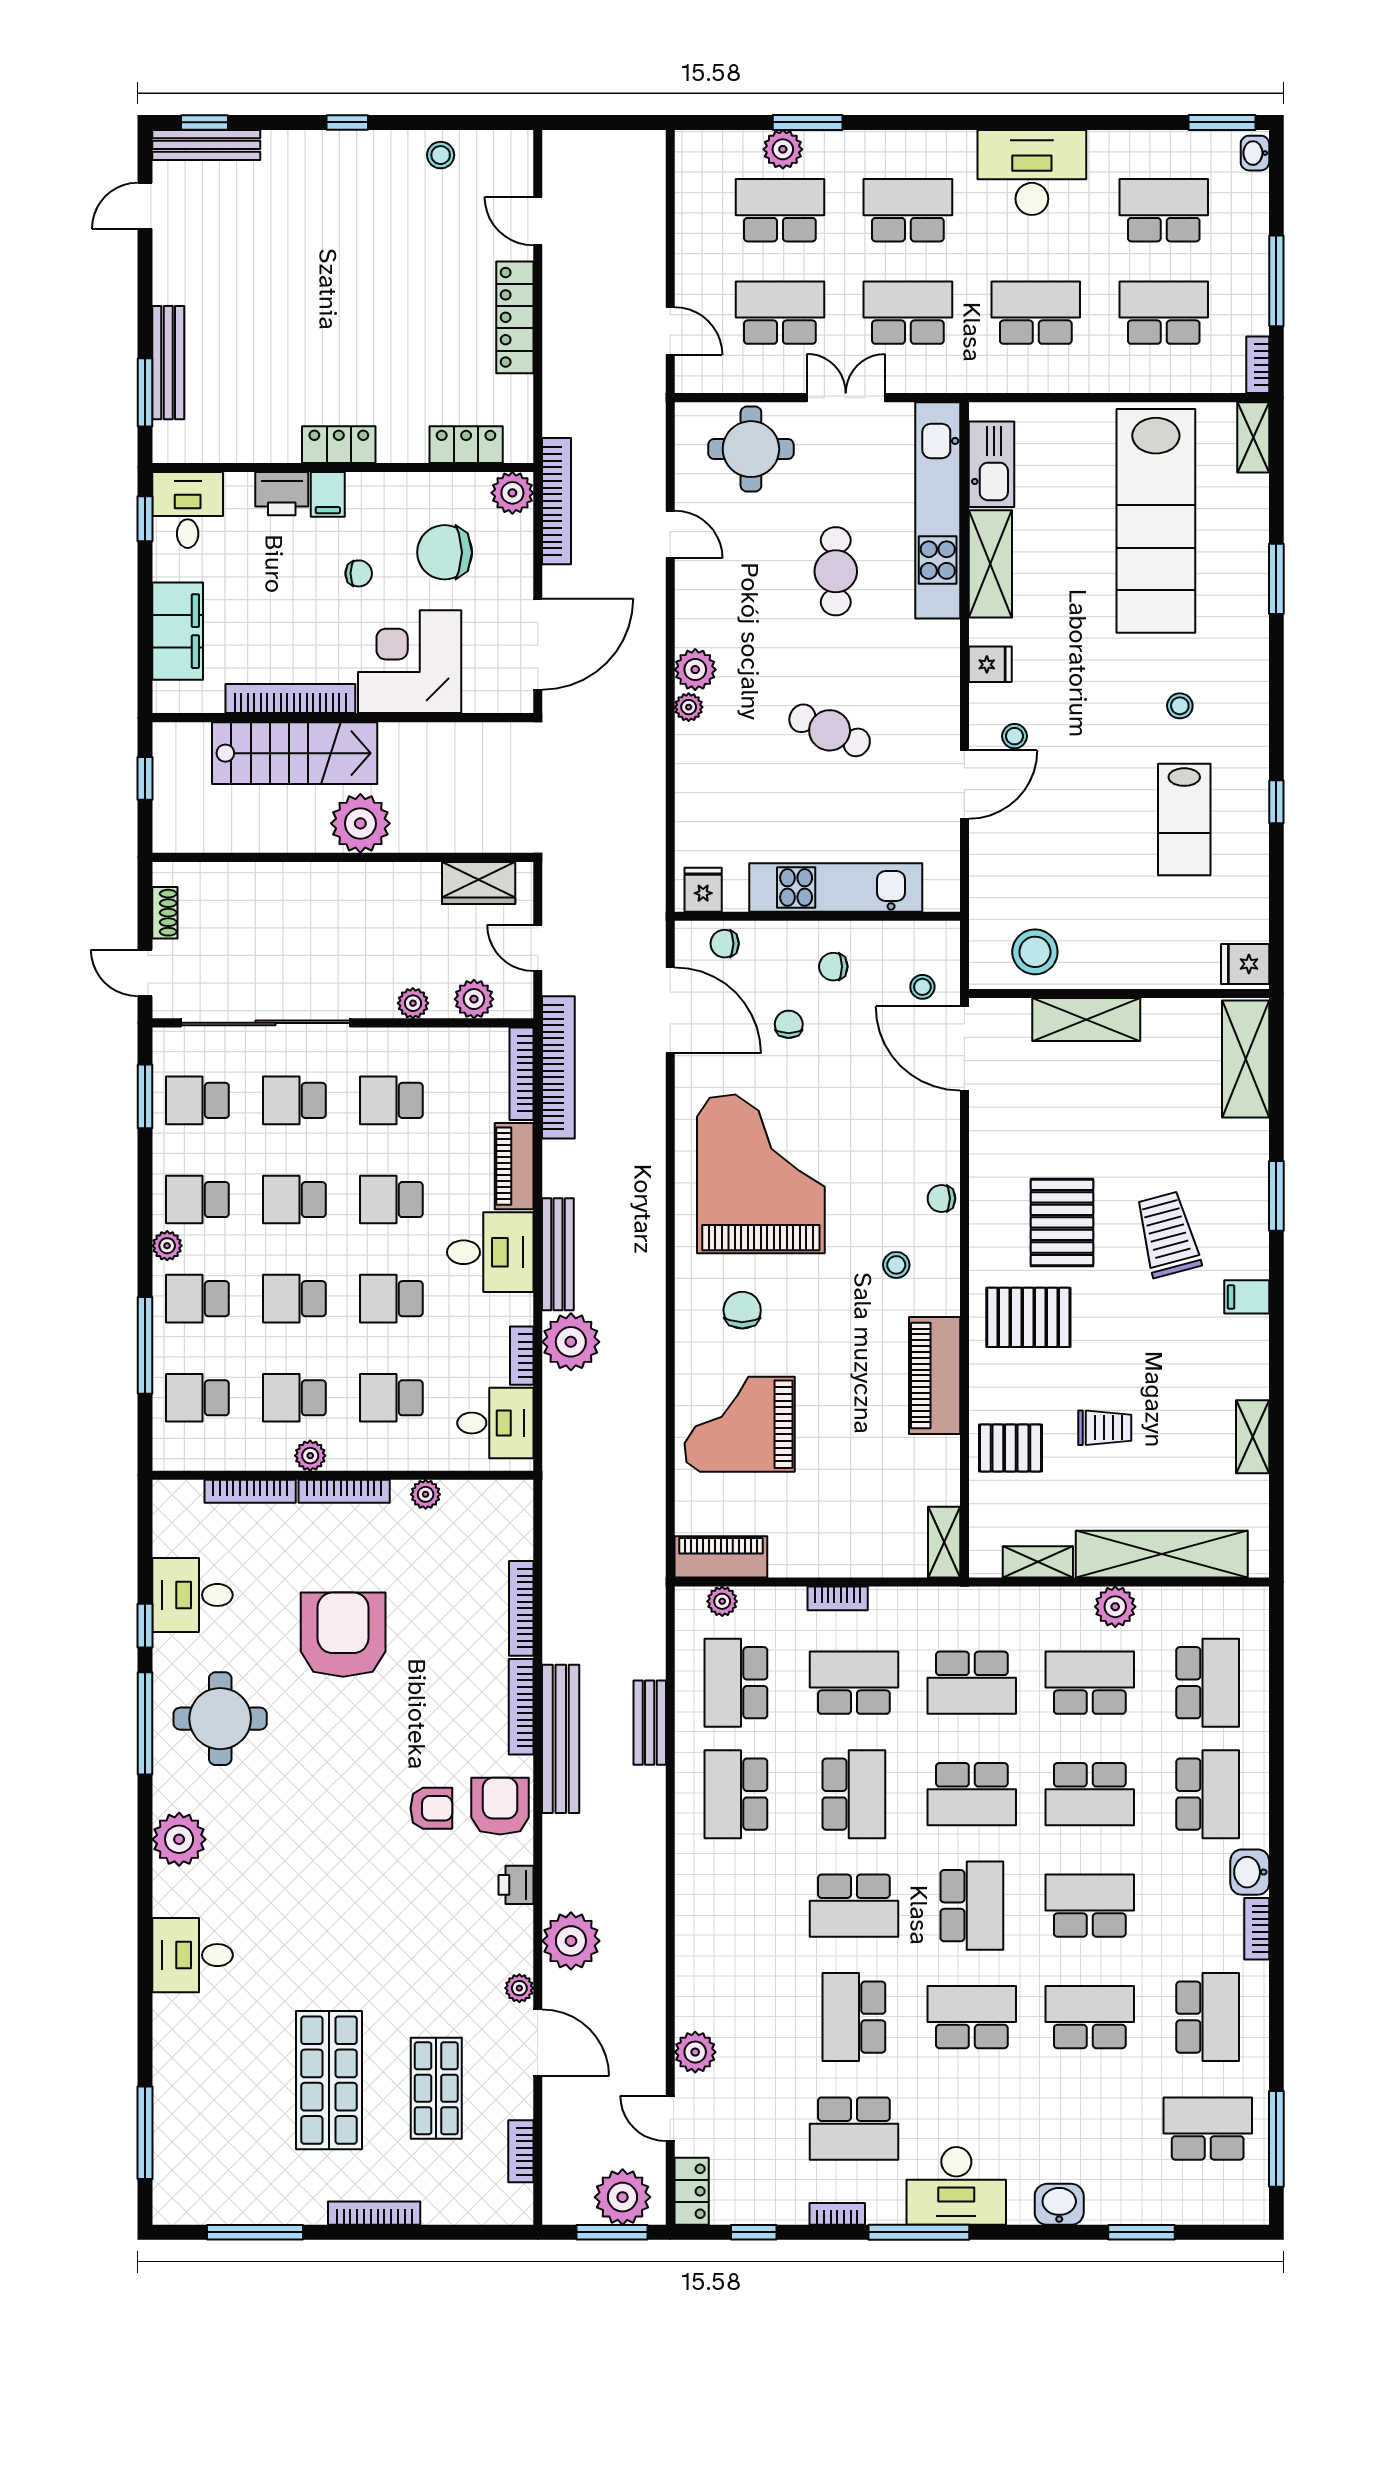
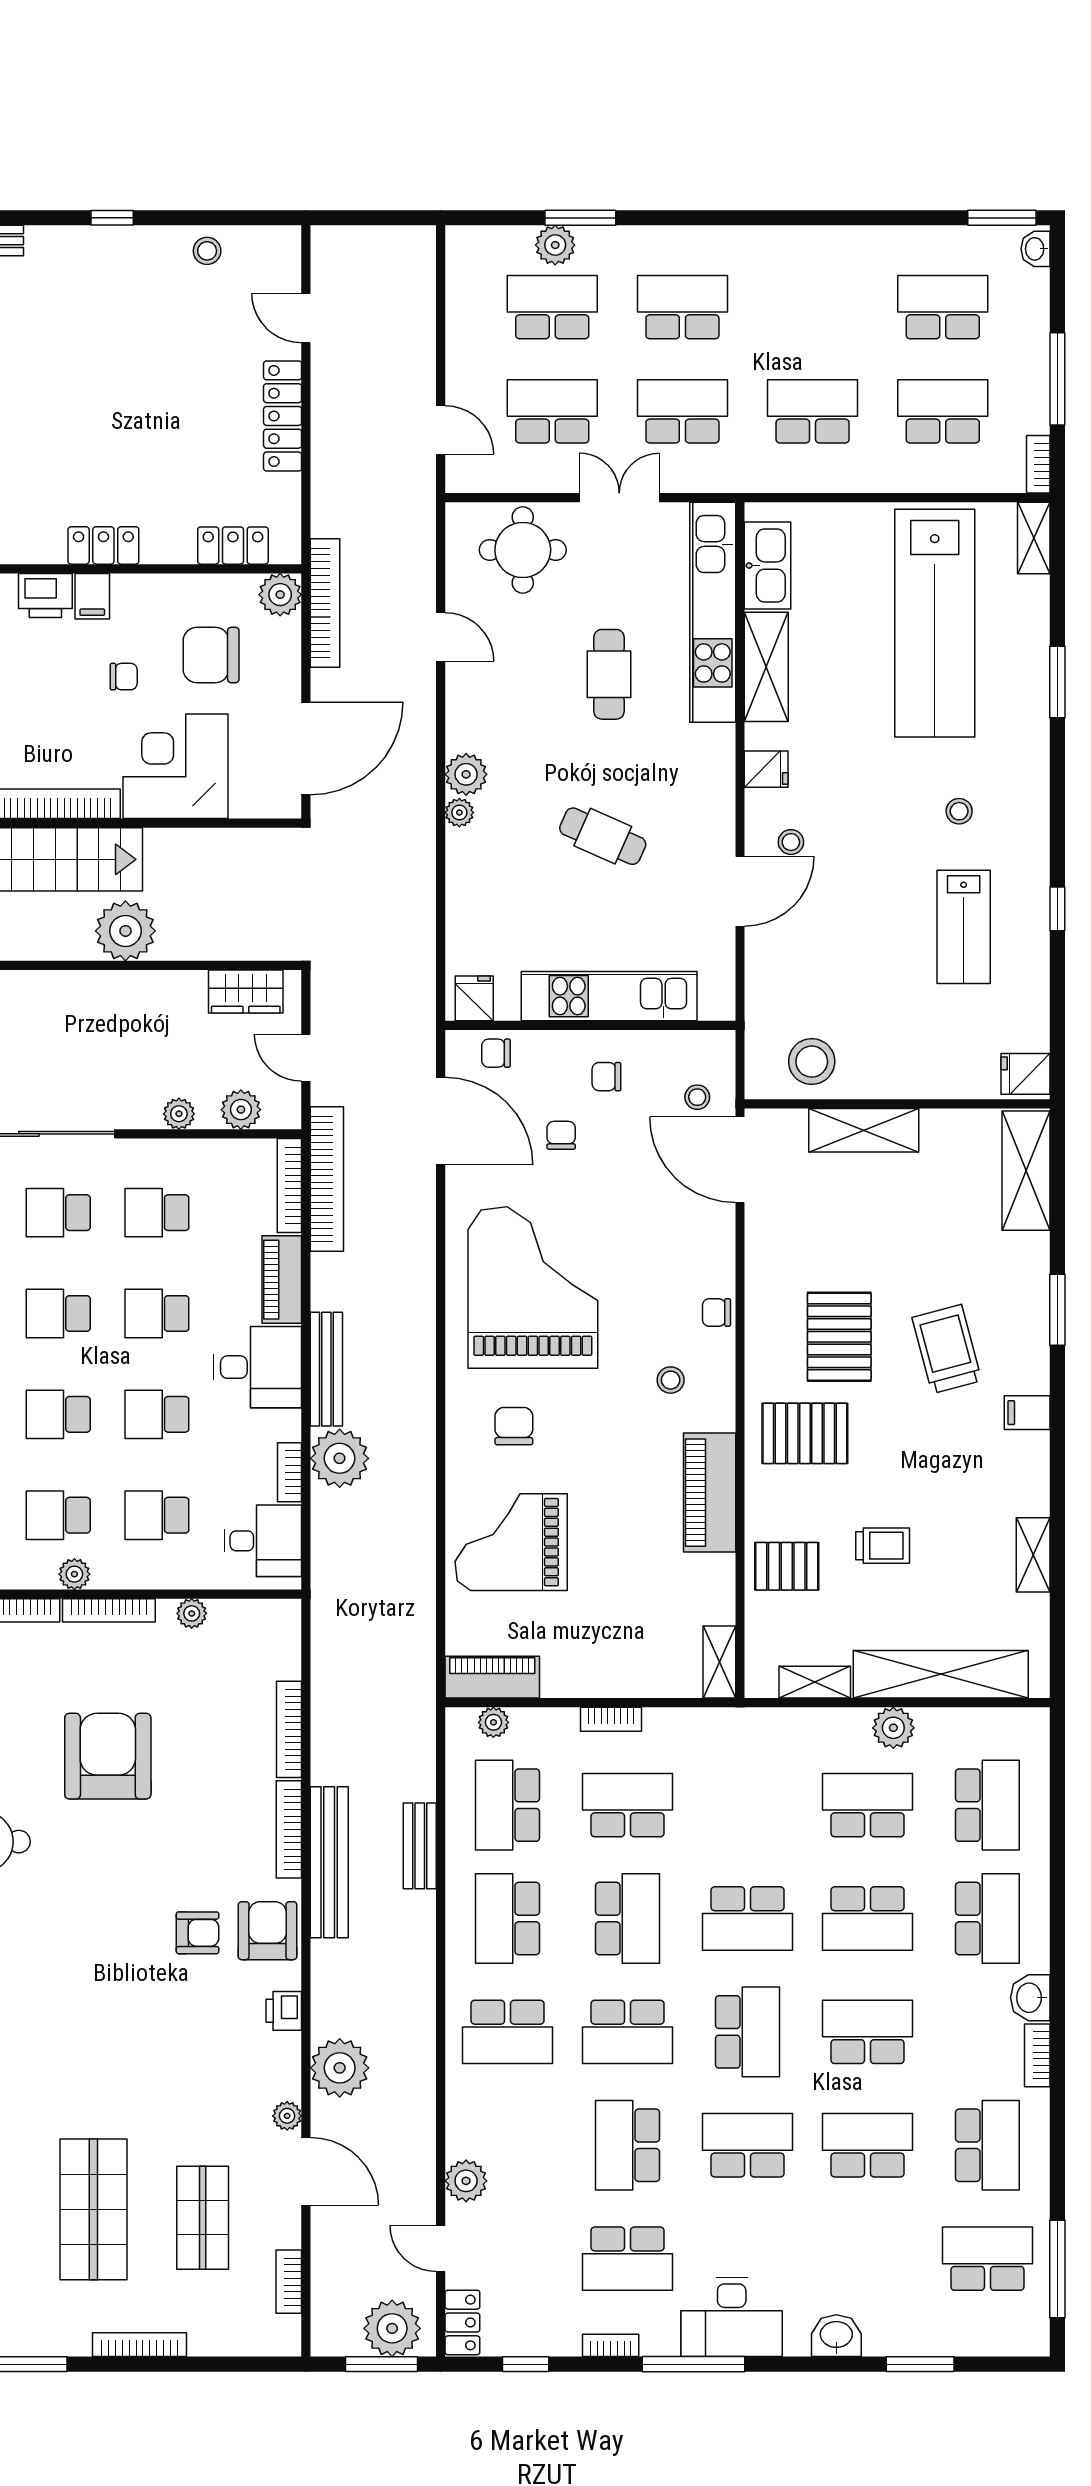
desk: (1032, 172) -> (809, 269), removed
school desk: (972, 1683) -> (508, 2032), moved

